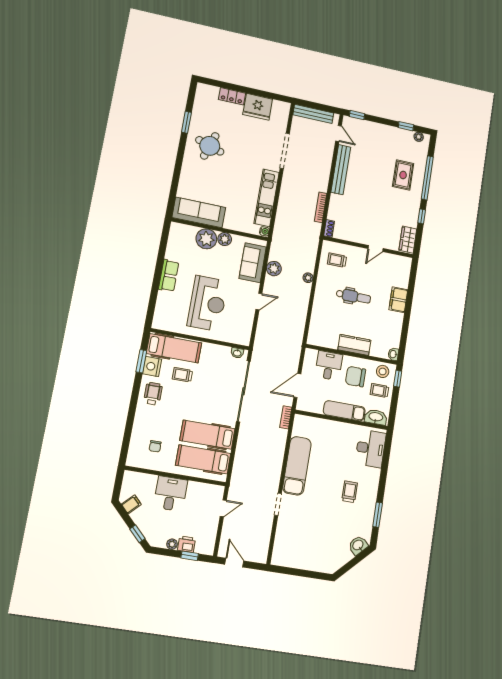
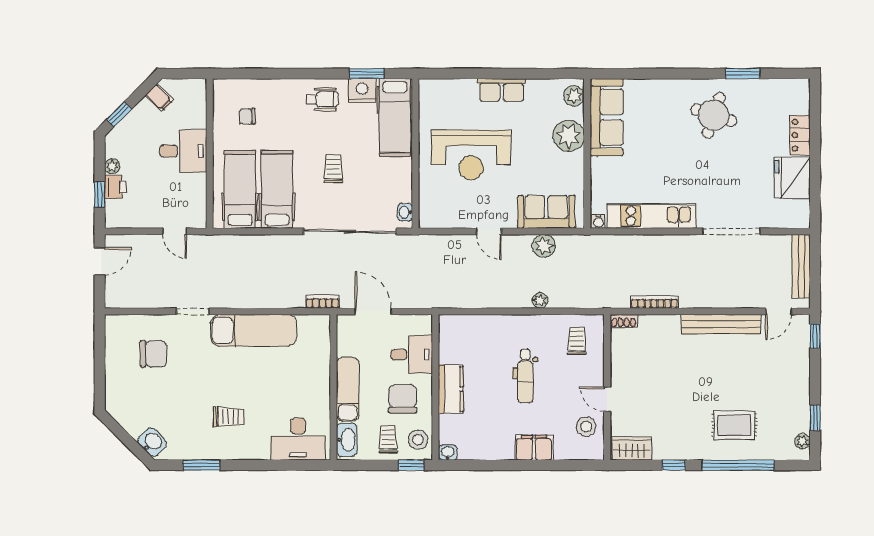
plant: (225, 239) -> (574, 96), moved
stool: (390, 265) -> (586, 427), added
trolley: (182, 375) -> (333, 169), moved
chair: (301, 535) -> (153, 354), added

